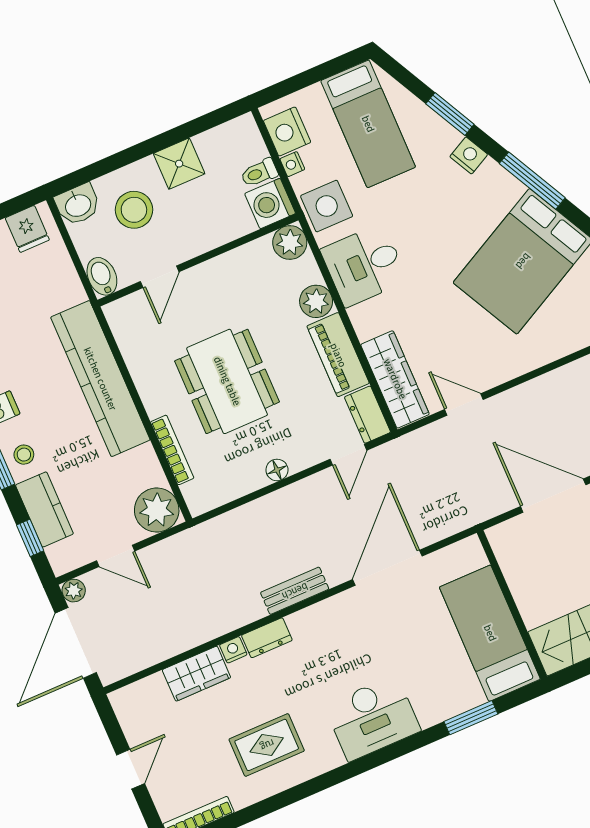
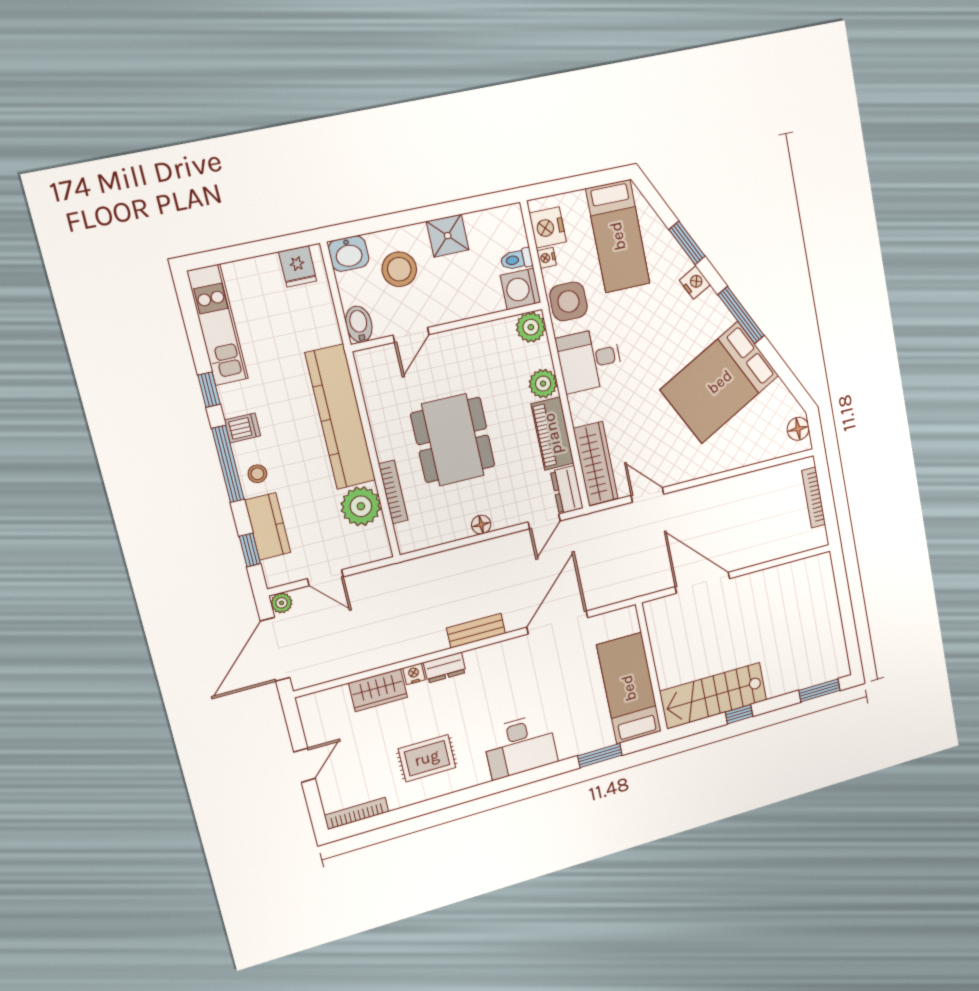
plant: (157, 510) -> (361, 506), moved

